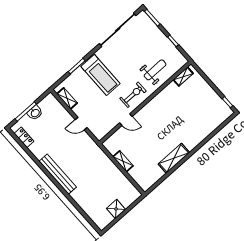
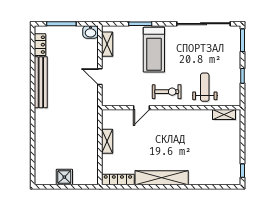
weight bench: (155, 70) -> (205, 87), turned -90
washbasin: (35, 113) -> (90, 32), moved
door: (126, 120) -> (142, 108), hinge flipped
shelving: (174, 158) -> (162, 178), width x1.47
bench: (58, 174) -> (41, 82), moved
locker: (152, 180) -> (118, 180), added

